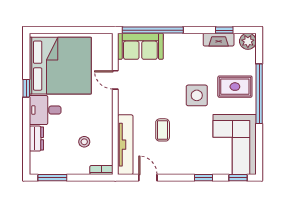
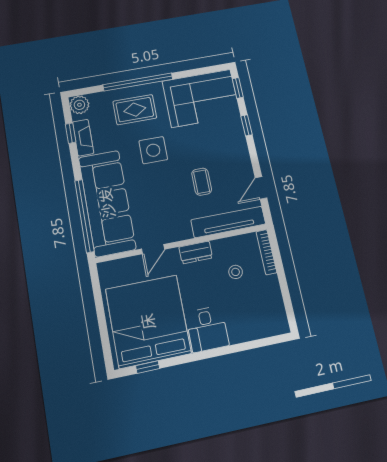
sofa: (140, 46) -> (107, 203), width x1.85, depth x1.27
rug: (235, 87) -> (135, 110), turned 90
window: (26, 88) -> (148, 367), moved
coffee table: (163, 130) -> (202, 182), turned 90
dresser: (36, 139) -> (196, 252), moved, turned 180
bookcase: (101, 170) -> (266, 252), width x1.56
window: (52, 178) -> (288, 303), removed

